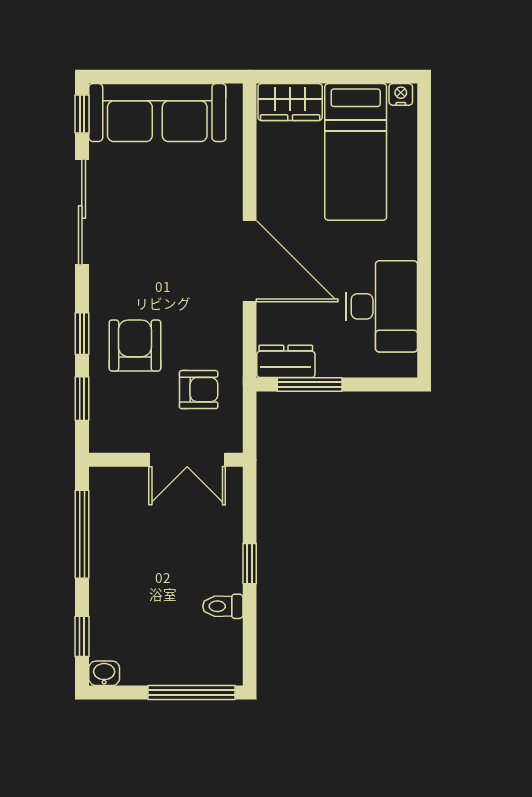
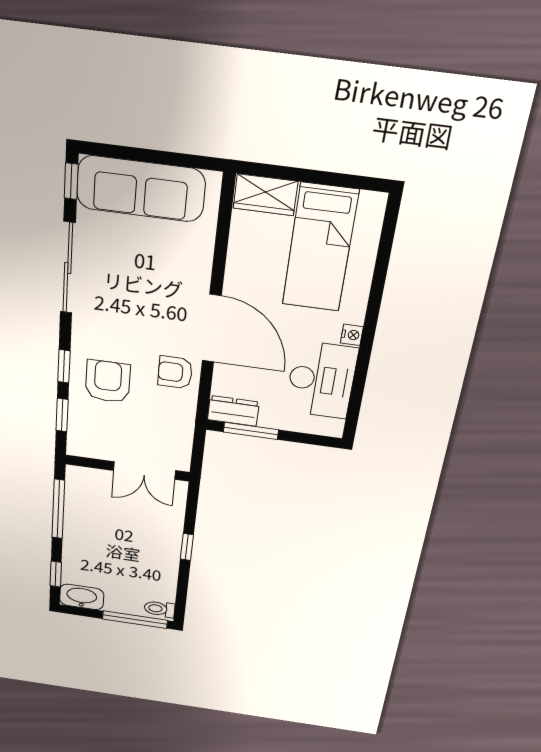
nightstand: (401, 94) -> (352, 335), moved, turned 90
armchair: (199, 390) -> (175, 372), moved, turned 180
toilet: (223, 606) -> (160, 609), moved
washbasin: (104, 673) -> (82, 597), width x1.91, depth x1.45

